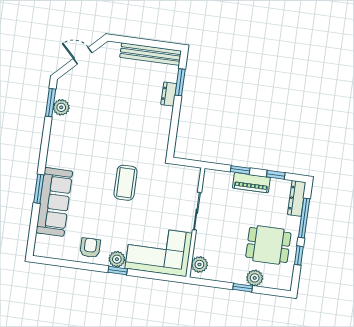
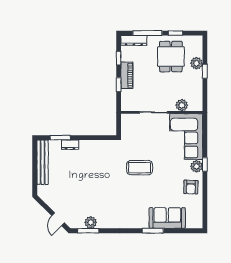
door: (83, 56) -> (58, 219), moved
sofa: (54, 202) -> (167, 218), width x0.73
armchair: (90, 248) -> (191, 187), turned -88
plant: (199, 264) -> (182, 105), moved

